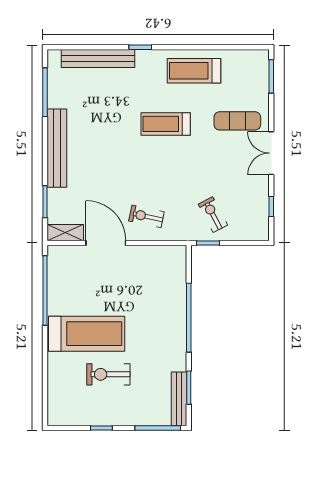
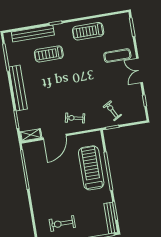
treadmill: (166, 124) -> (49, 54), moved
door: (106, 243) -> (55, 137), swing flipped
treadmill: (87, 334) -> (91, 168), moved, turned -90
exercise bike: (108, 374) -> (62, 223), moved

